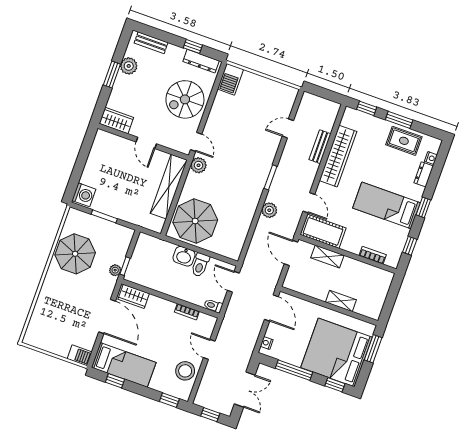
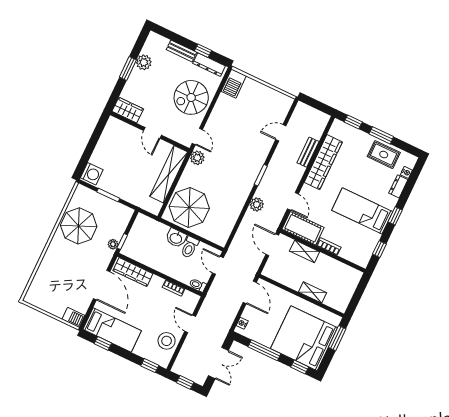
bench: (151, 43) -> (182, 51), moved
bookcase: (373, 255) -> (329, 246), moved
wardrobe: (134, 296) -> (133, 272), width x1.50

